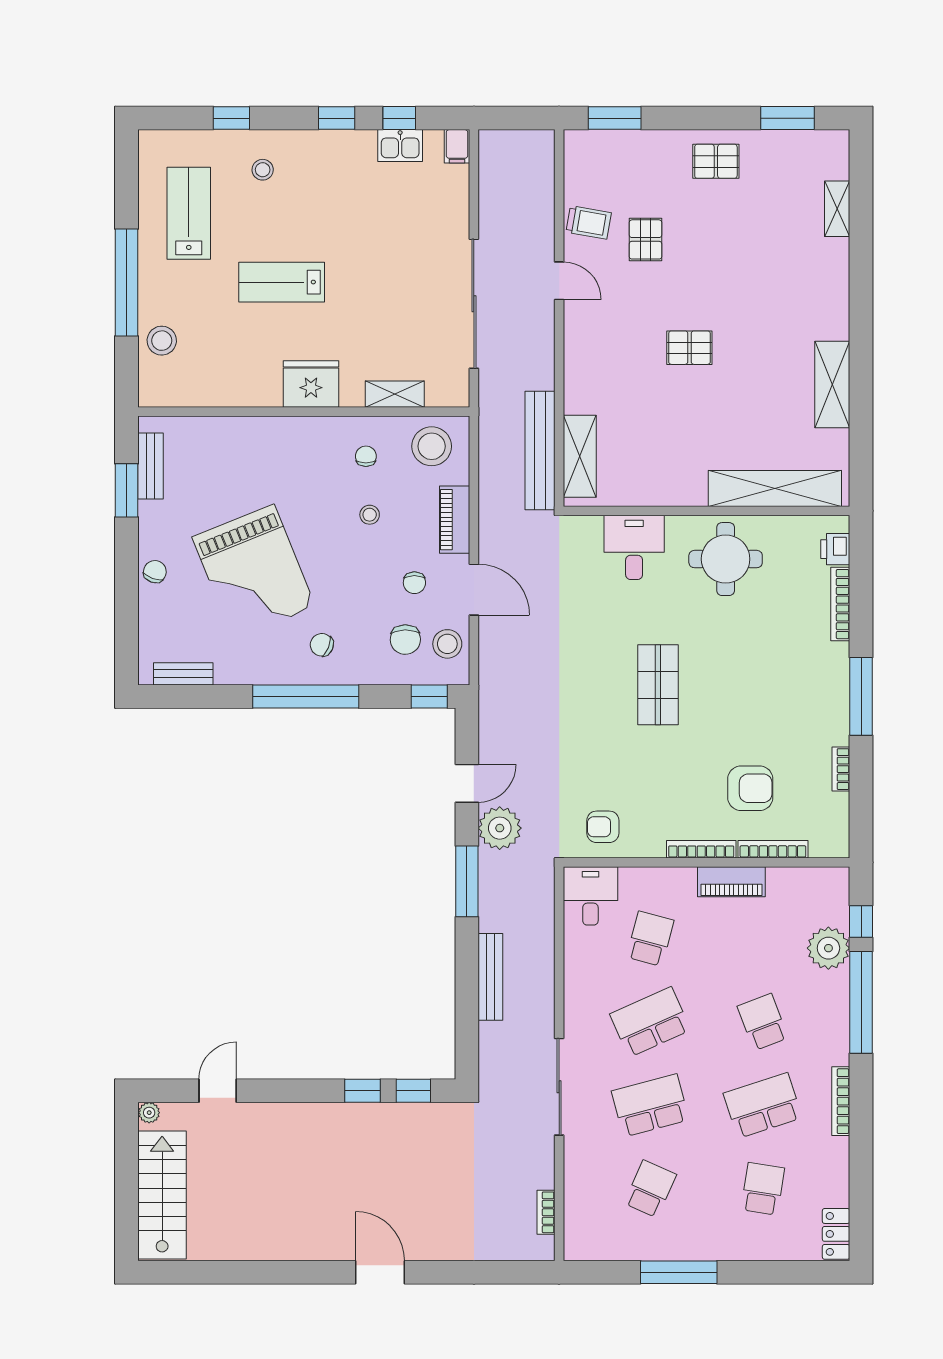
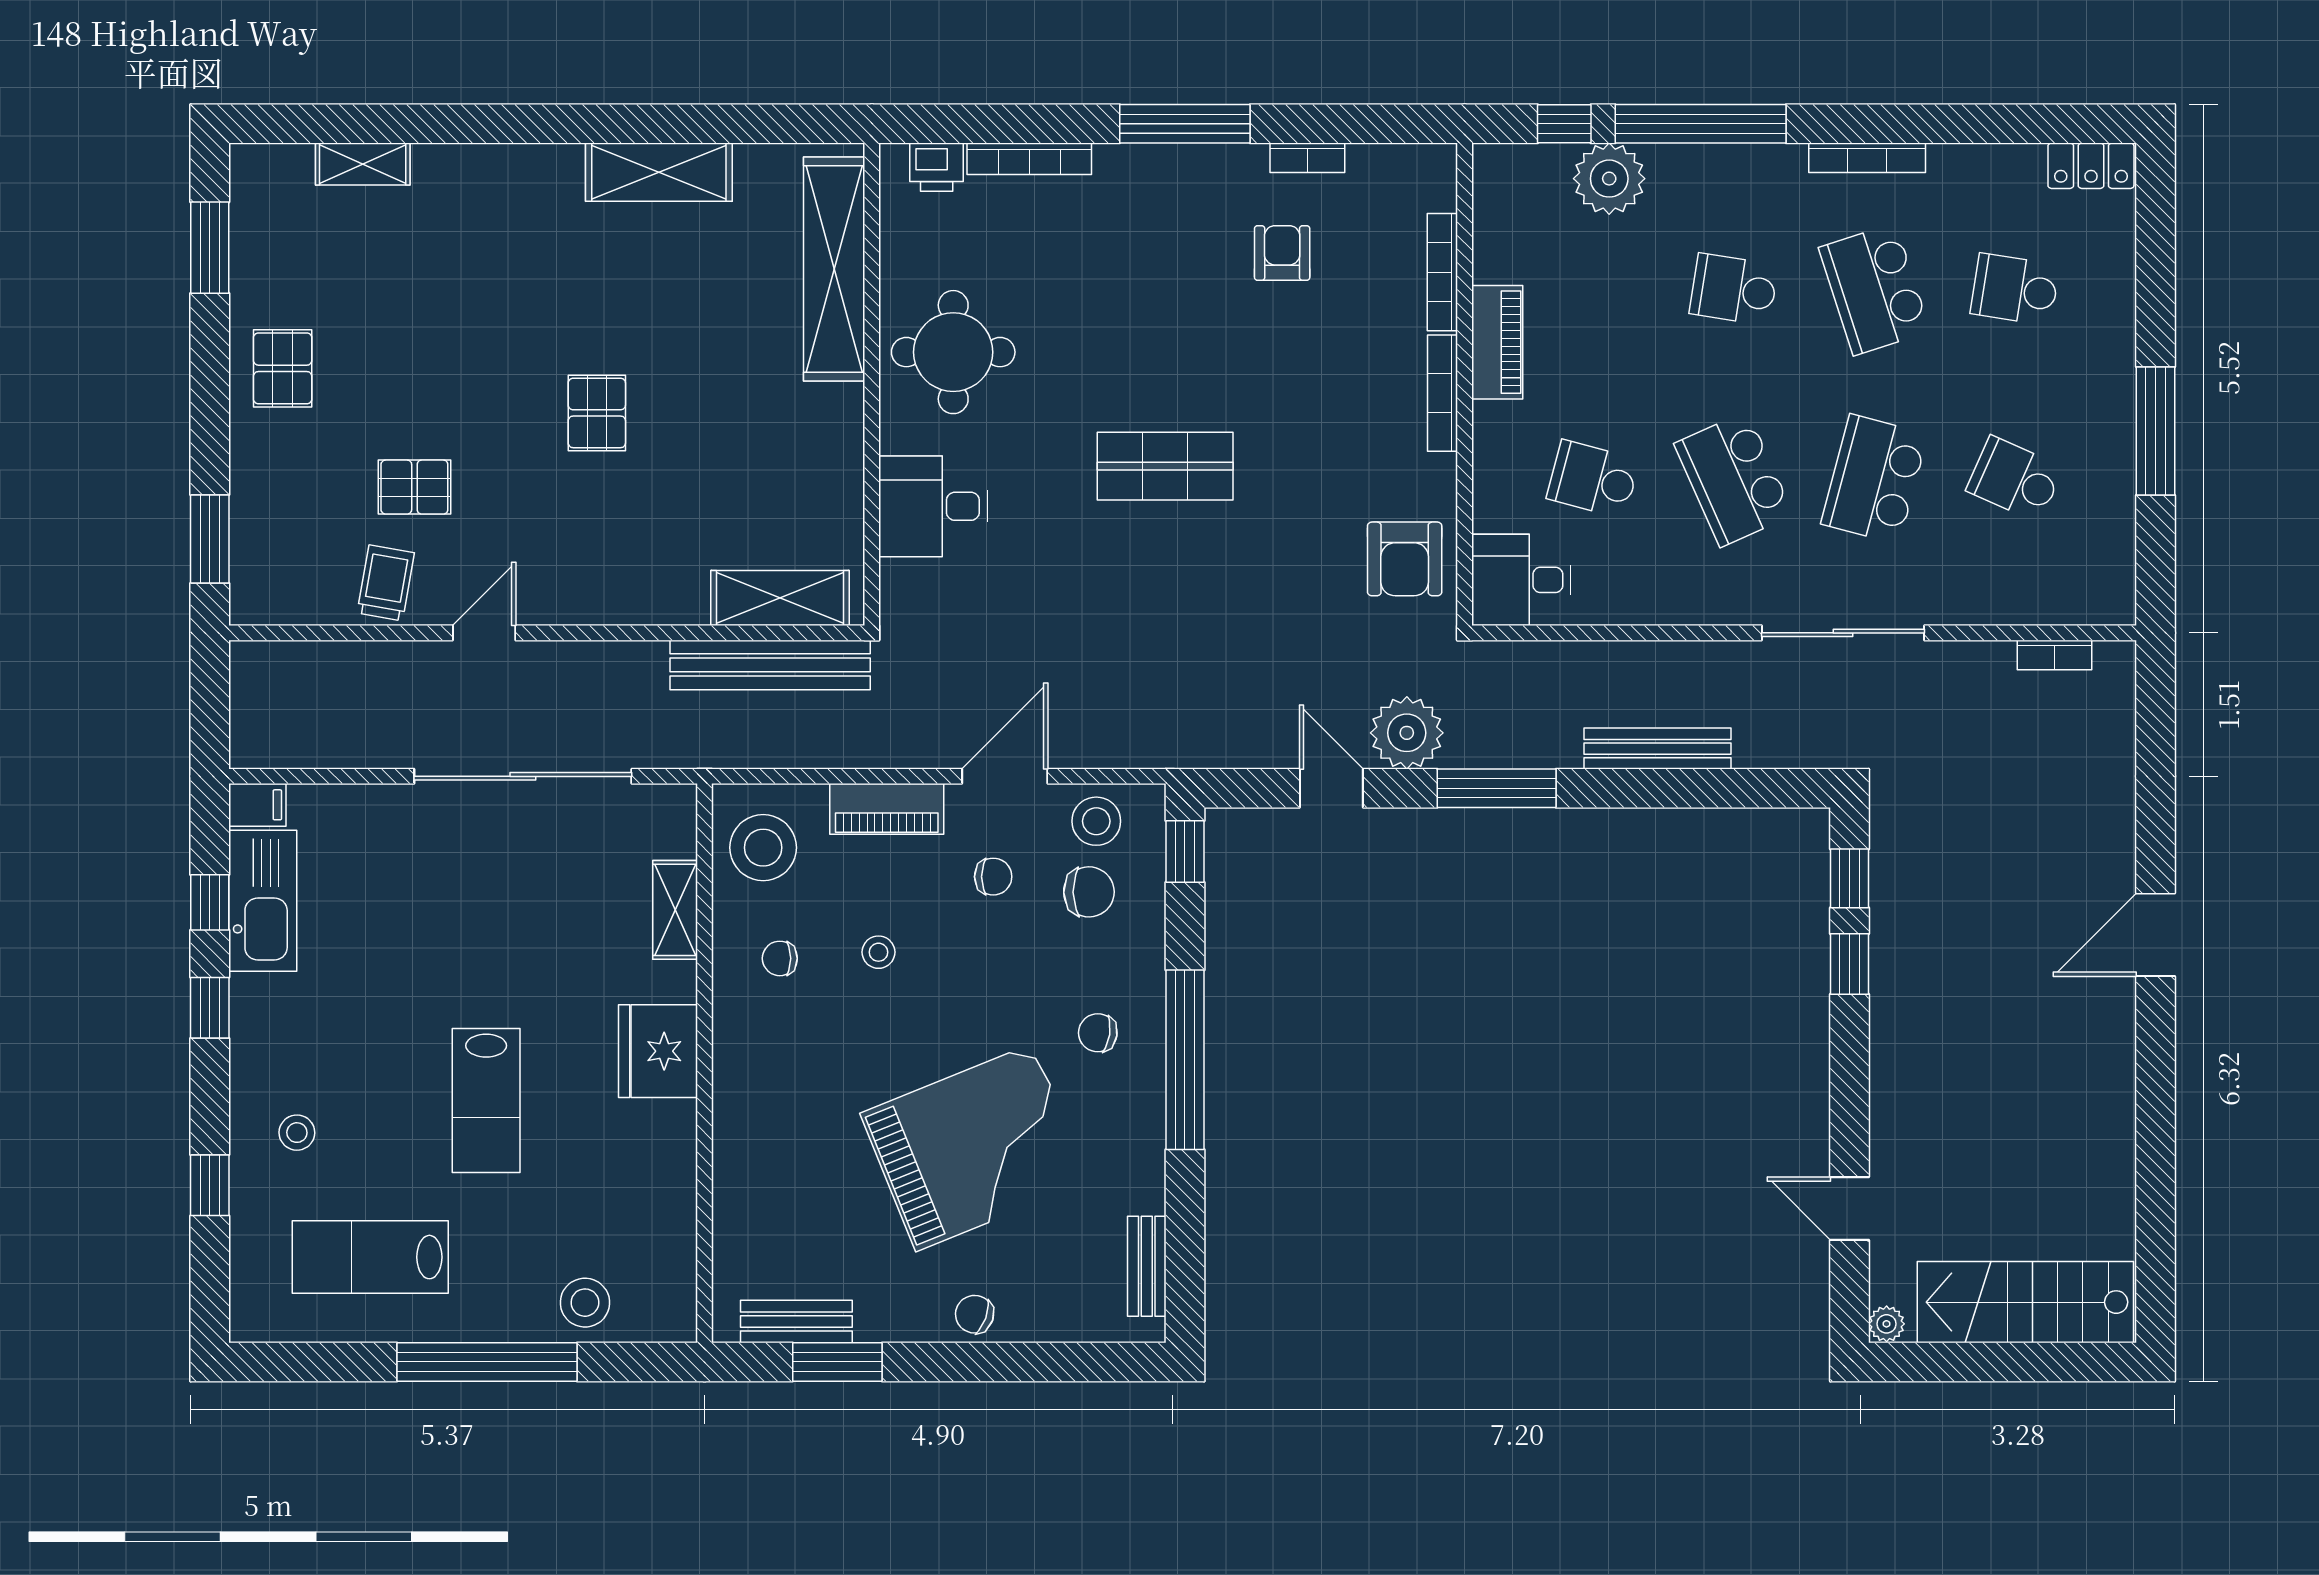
kitchen sink: (400, 146) -> (263, 901), width x1.88, depth x1.24
chair: (322, 645) -> (1098, 1033), turned 77
armchair: (750, 788) -> (1282, 253), moved, width x0.72, depth x0.72
armchair: (603, 827) -> (1405, 559), width x1.38, depth x1.38
school desk: (763, 1022) -> (1734, 289), turned 30
school desk: (650, 1105) -> (1874, 479), turned 30

